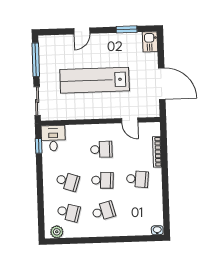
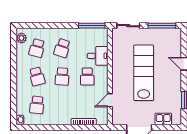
kitchen sink: (150, 42) -> (163, 119), moved
desk: (53, 138) -> (98, 56), moved
window: (39, 146) -> (92, 26), width x2.17
school desk: (137, 179) -> (37, 105), moved

